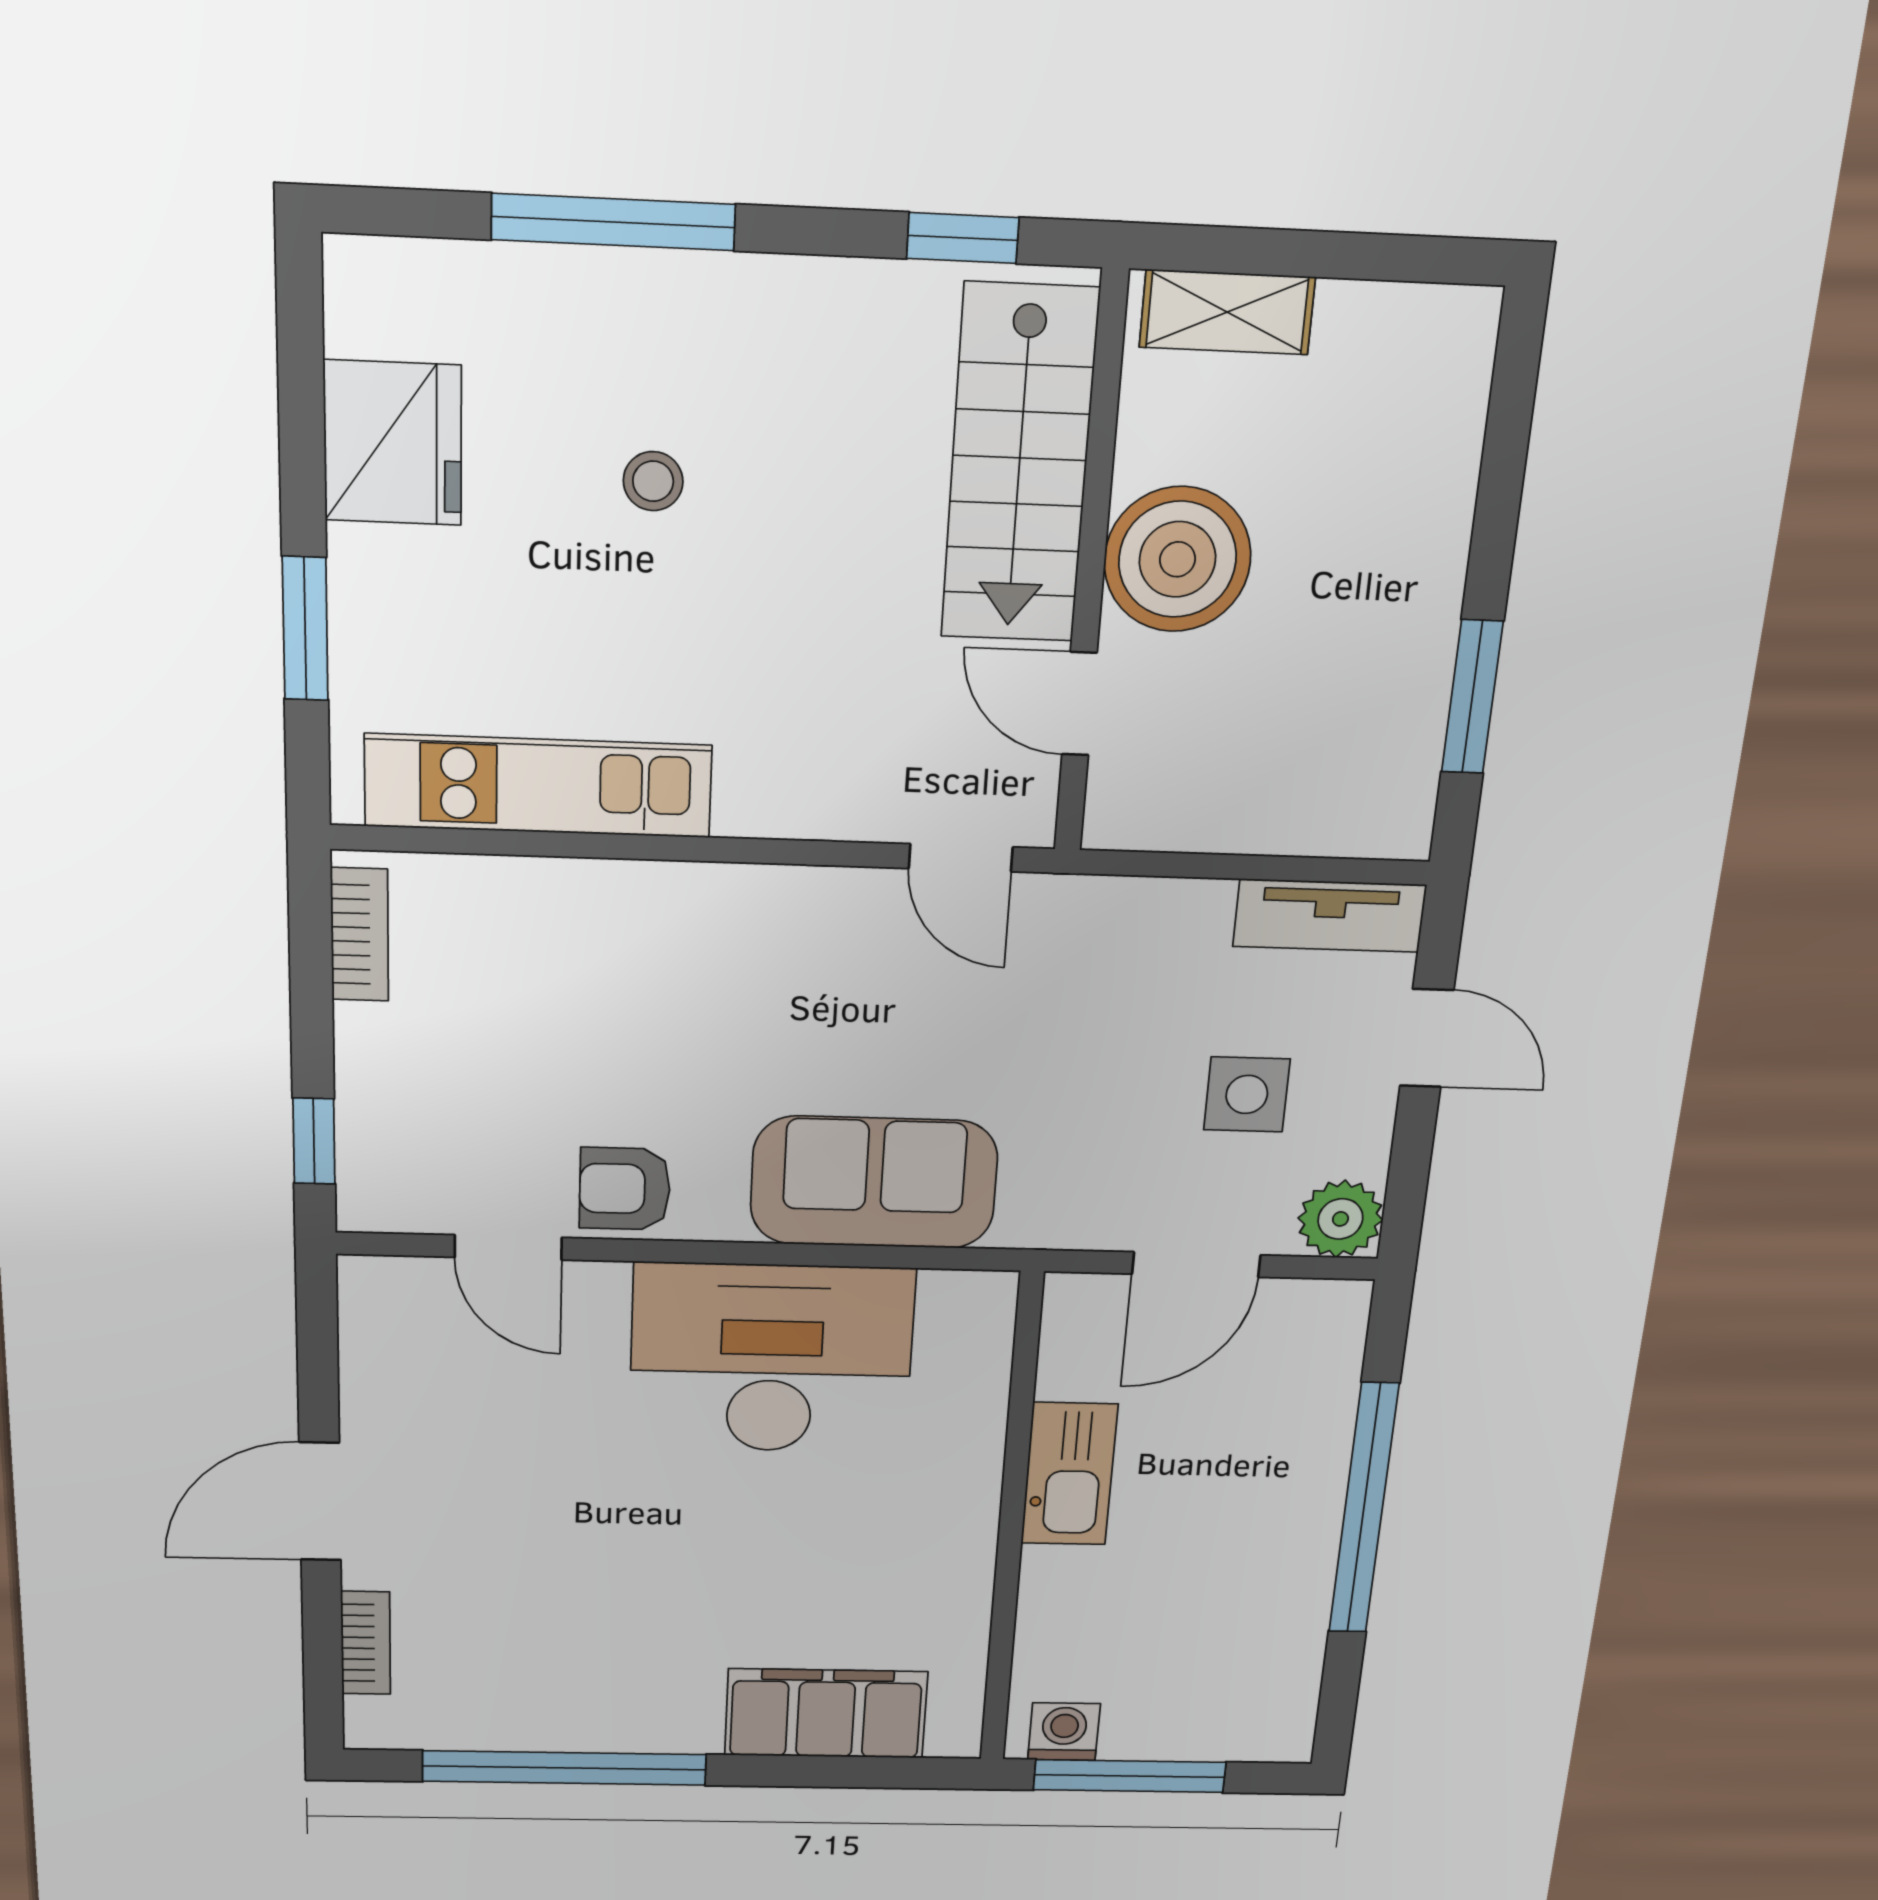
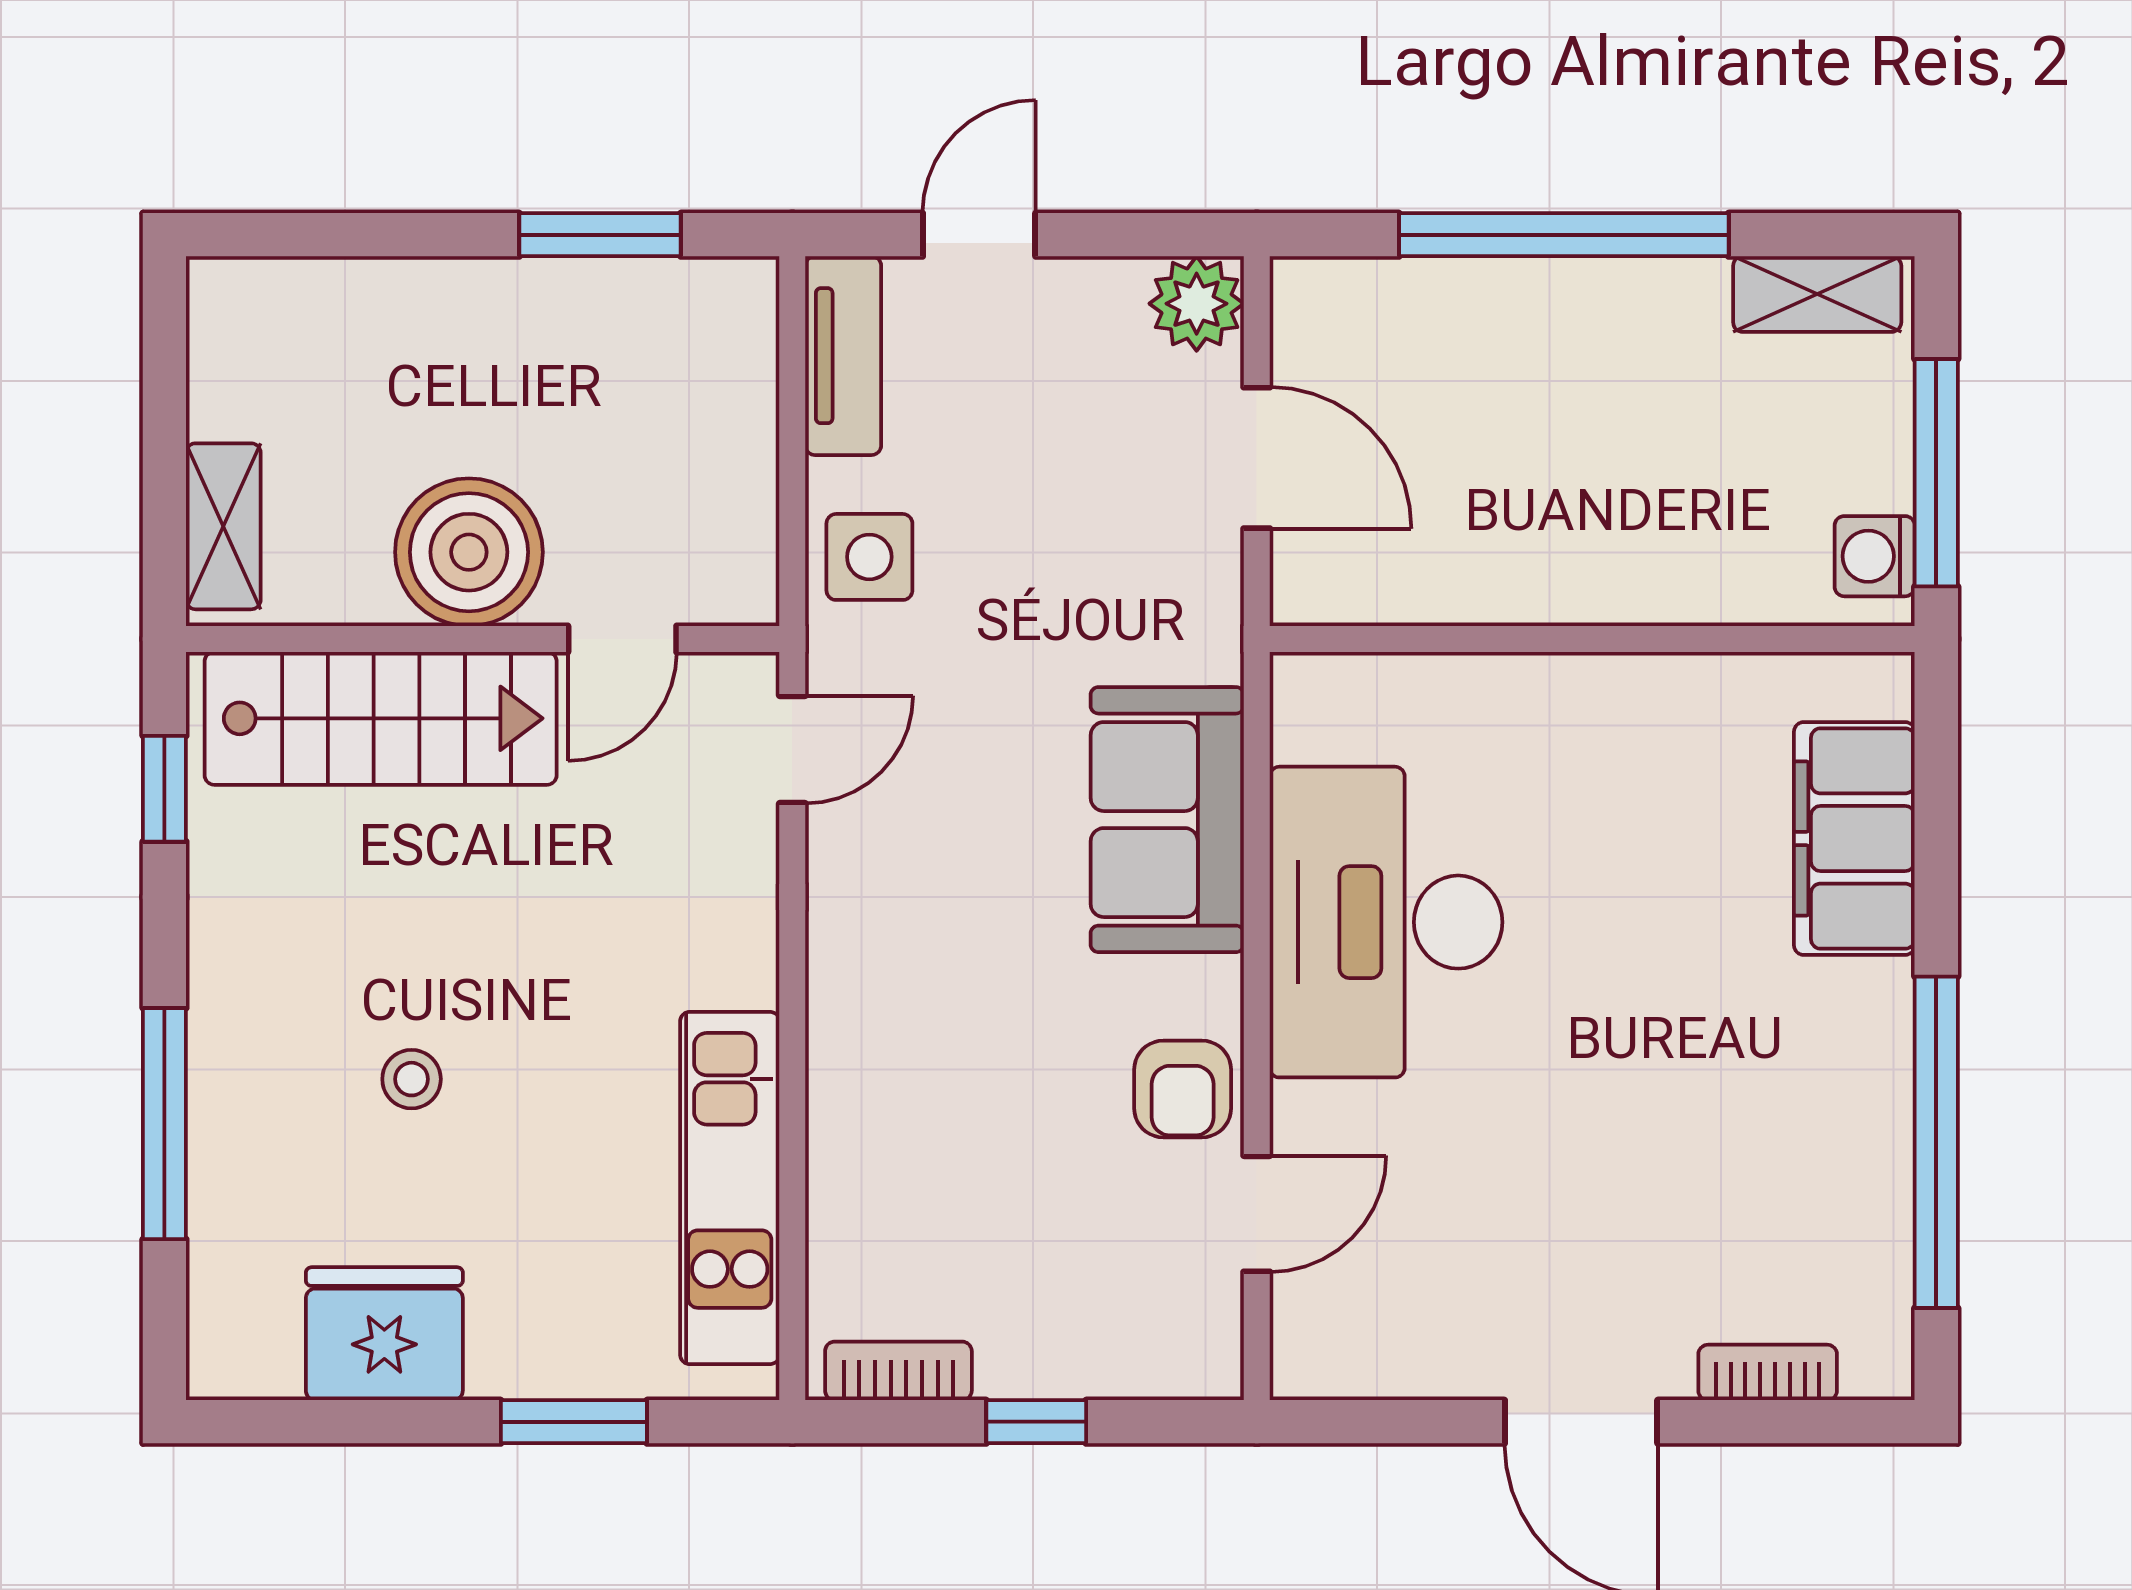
side table: (1247, 1094) -> (869, 557), moved
window: (314, 1141) -> (1036, 1422), moved
kitchen sink: (1069, 1474) -> (1526, 578), removed
shelving: (1289, 1694) -> (1817, 294), added

